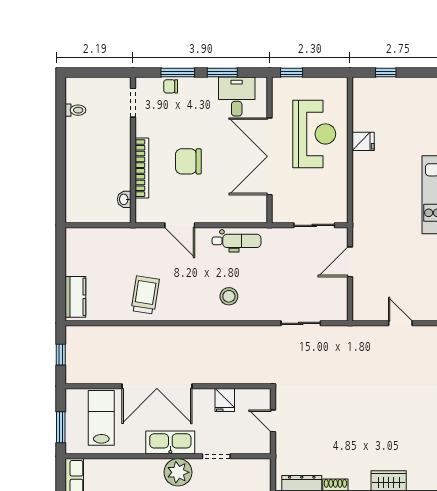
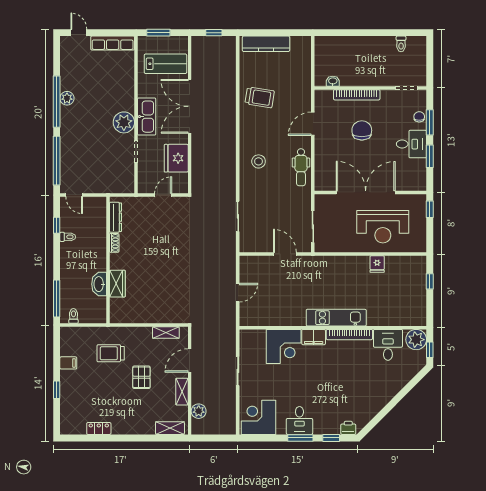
desk: (237, 97) -> (411, 144), moved
kitchen counter: (75, 297) -> (266, 44), width x1.50
fridge: (225, 400) -> (176, 158), width x1.88, depth x1.34

